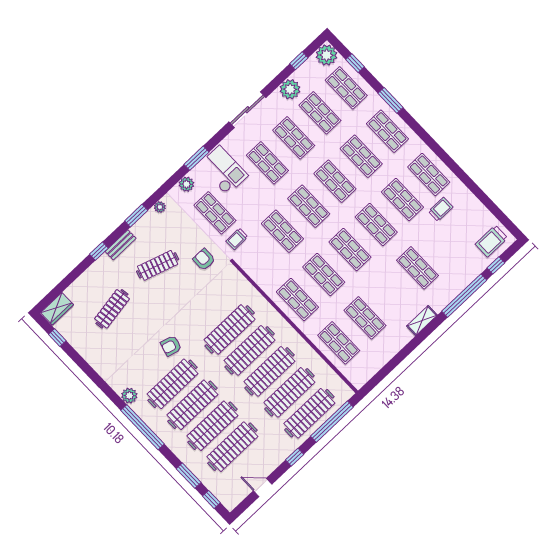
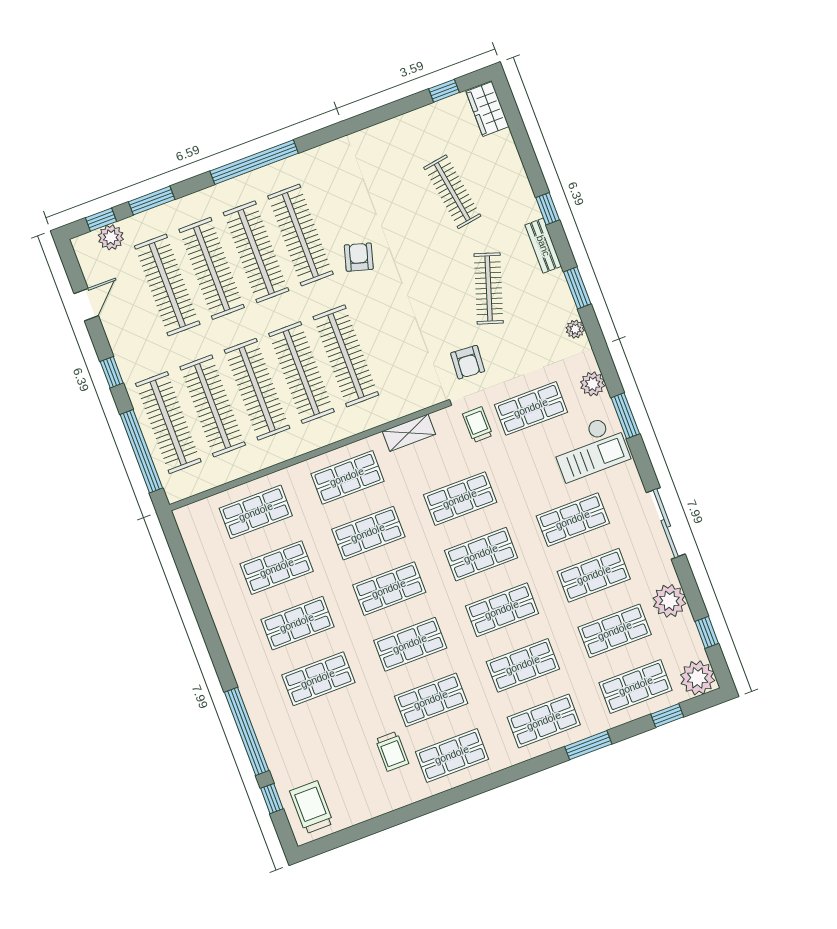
armchair: (204, 260) -> (468, 362), turned 94
shop shelf: (391, 293) -> (297, 623), added
shelving: (422, 321) -> (409, 433), moved, turned 90
plant: (129, 396) -> (111, 237), moved

